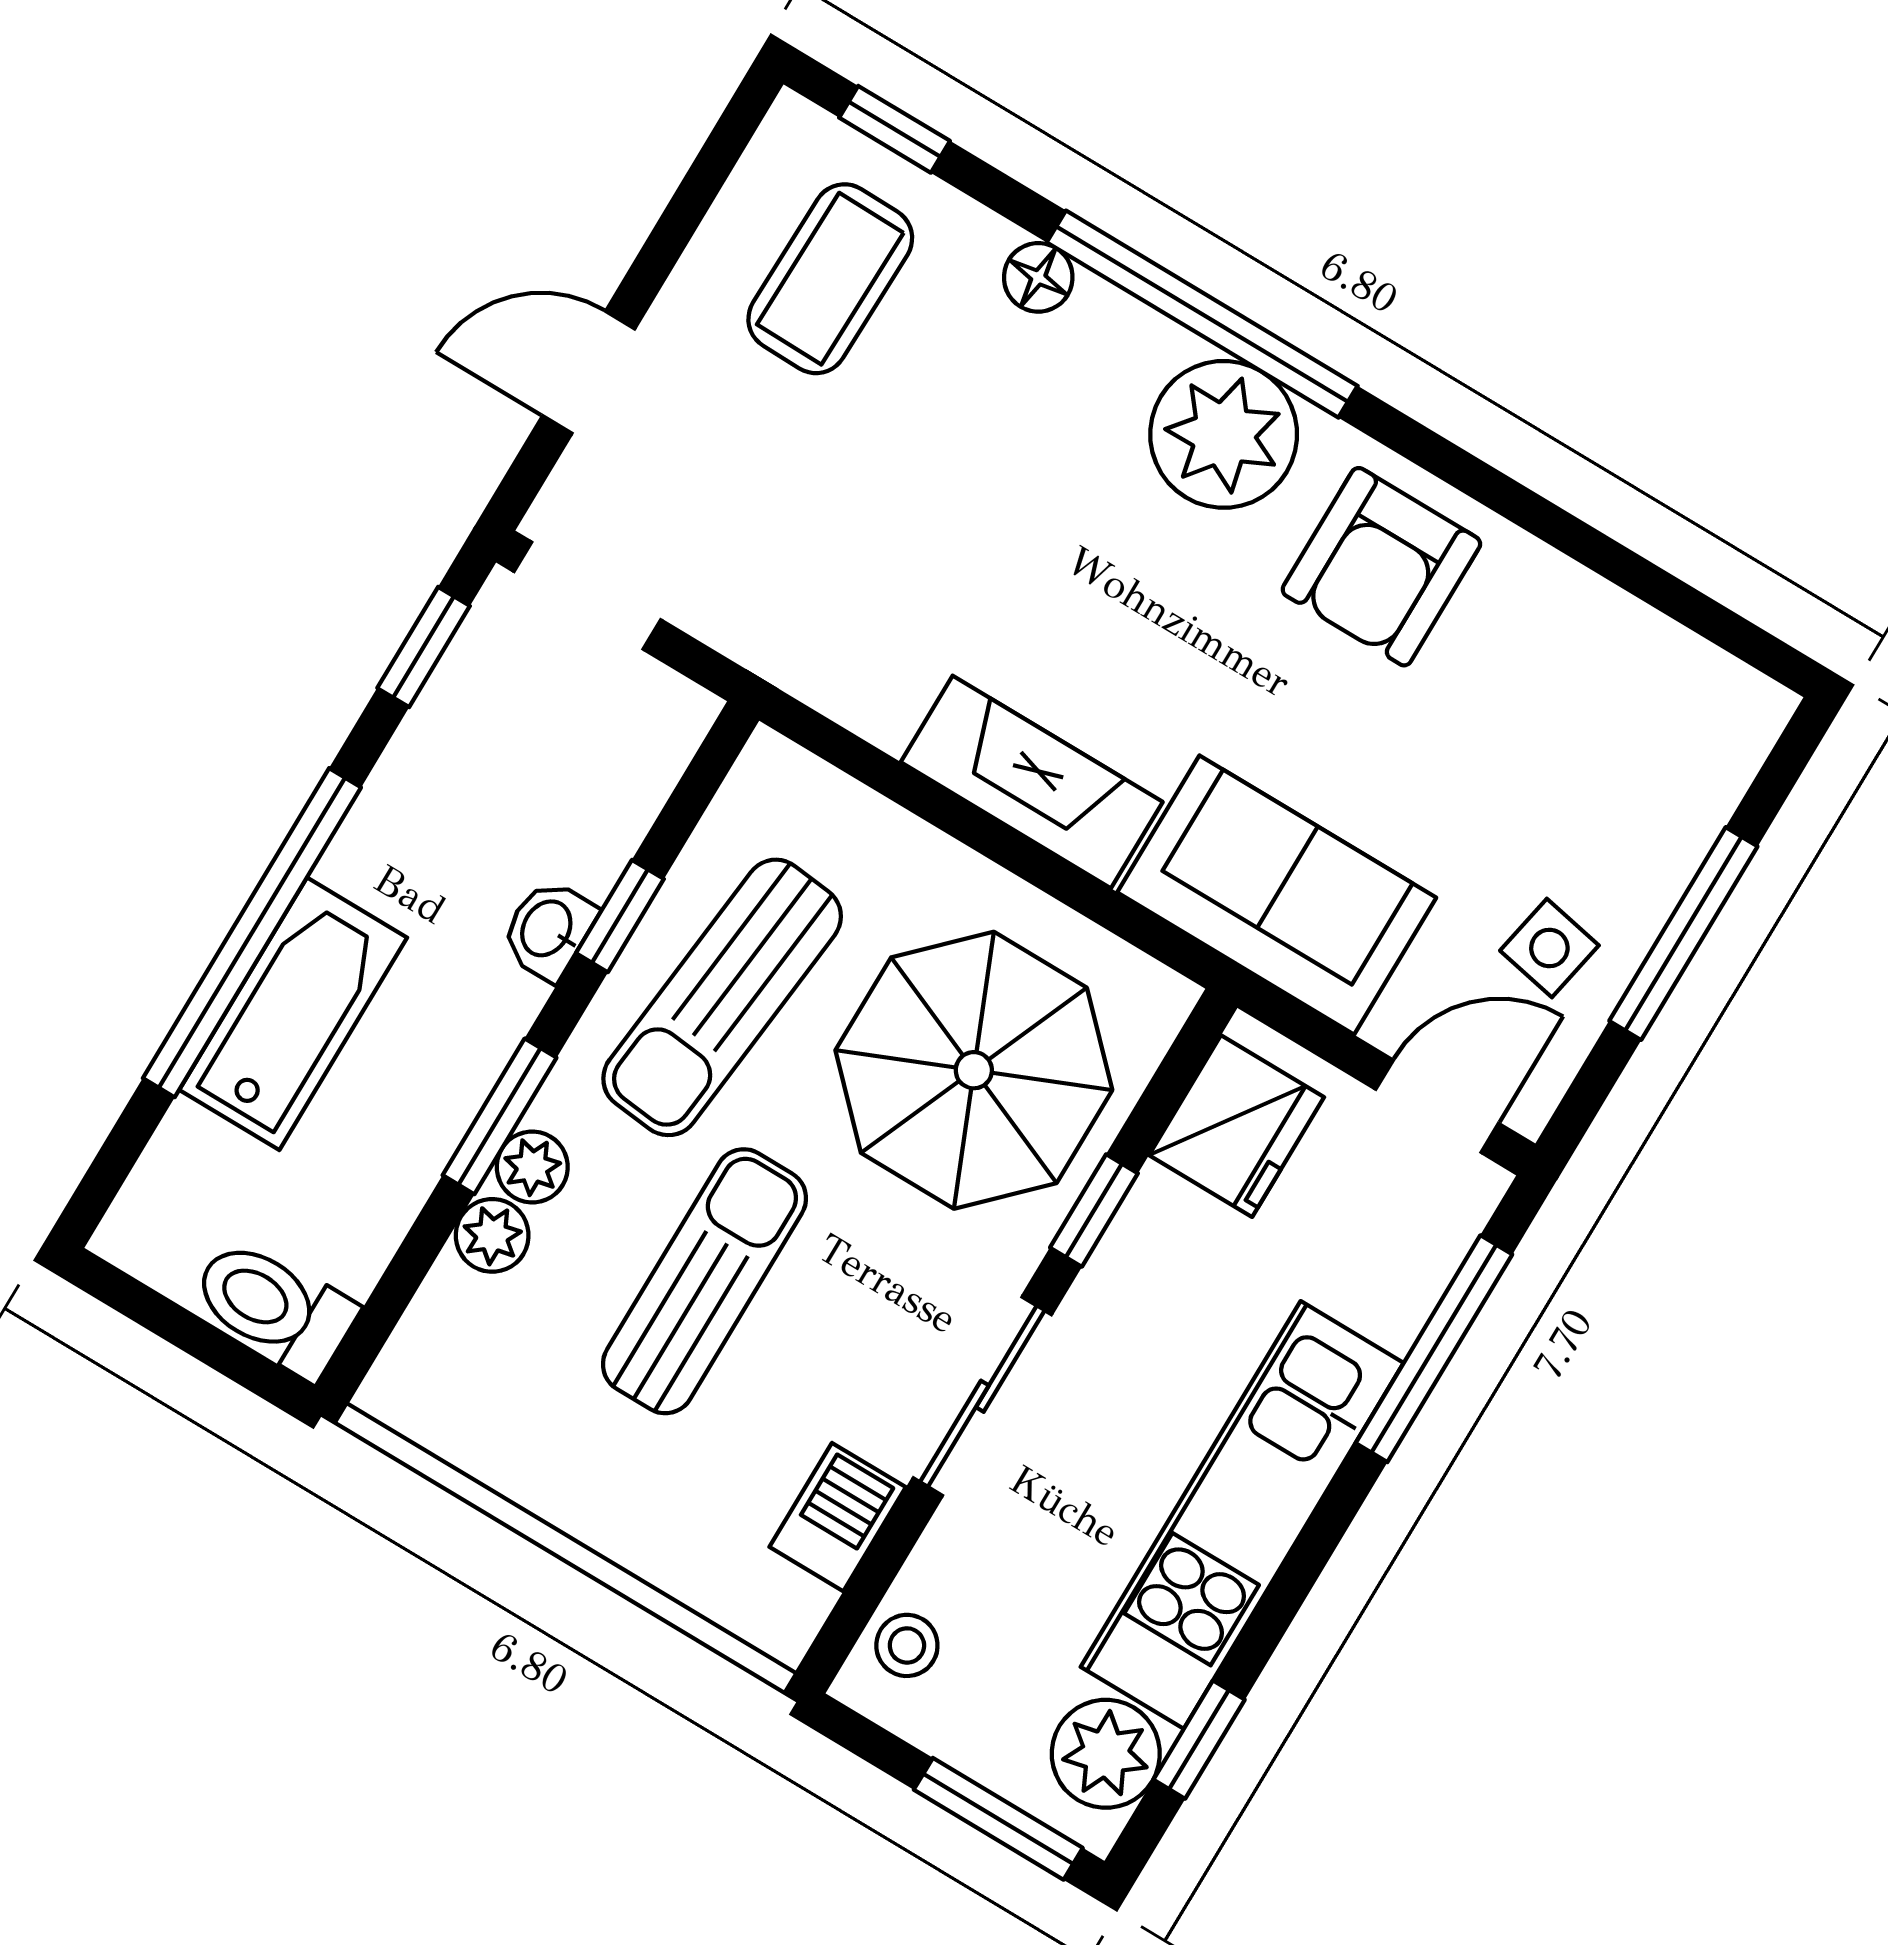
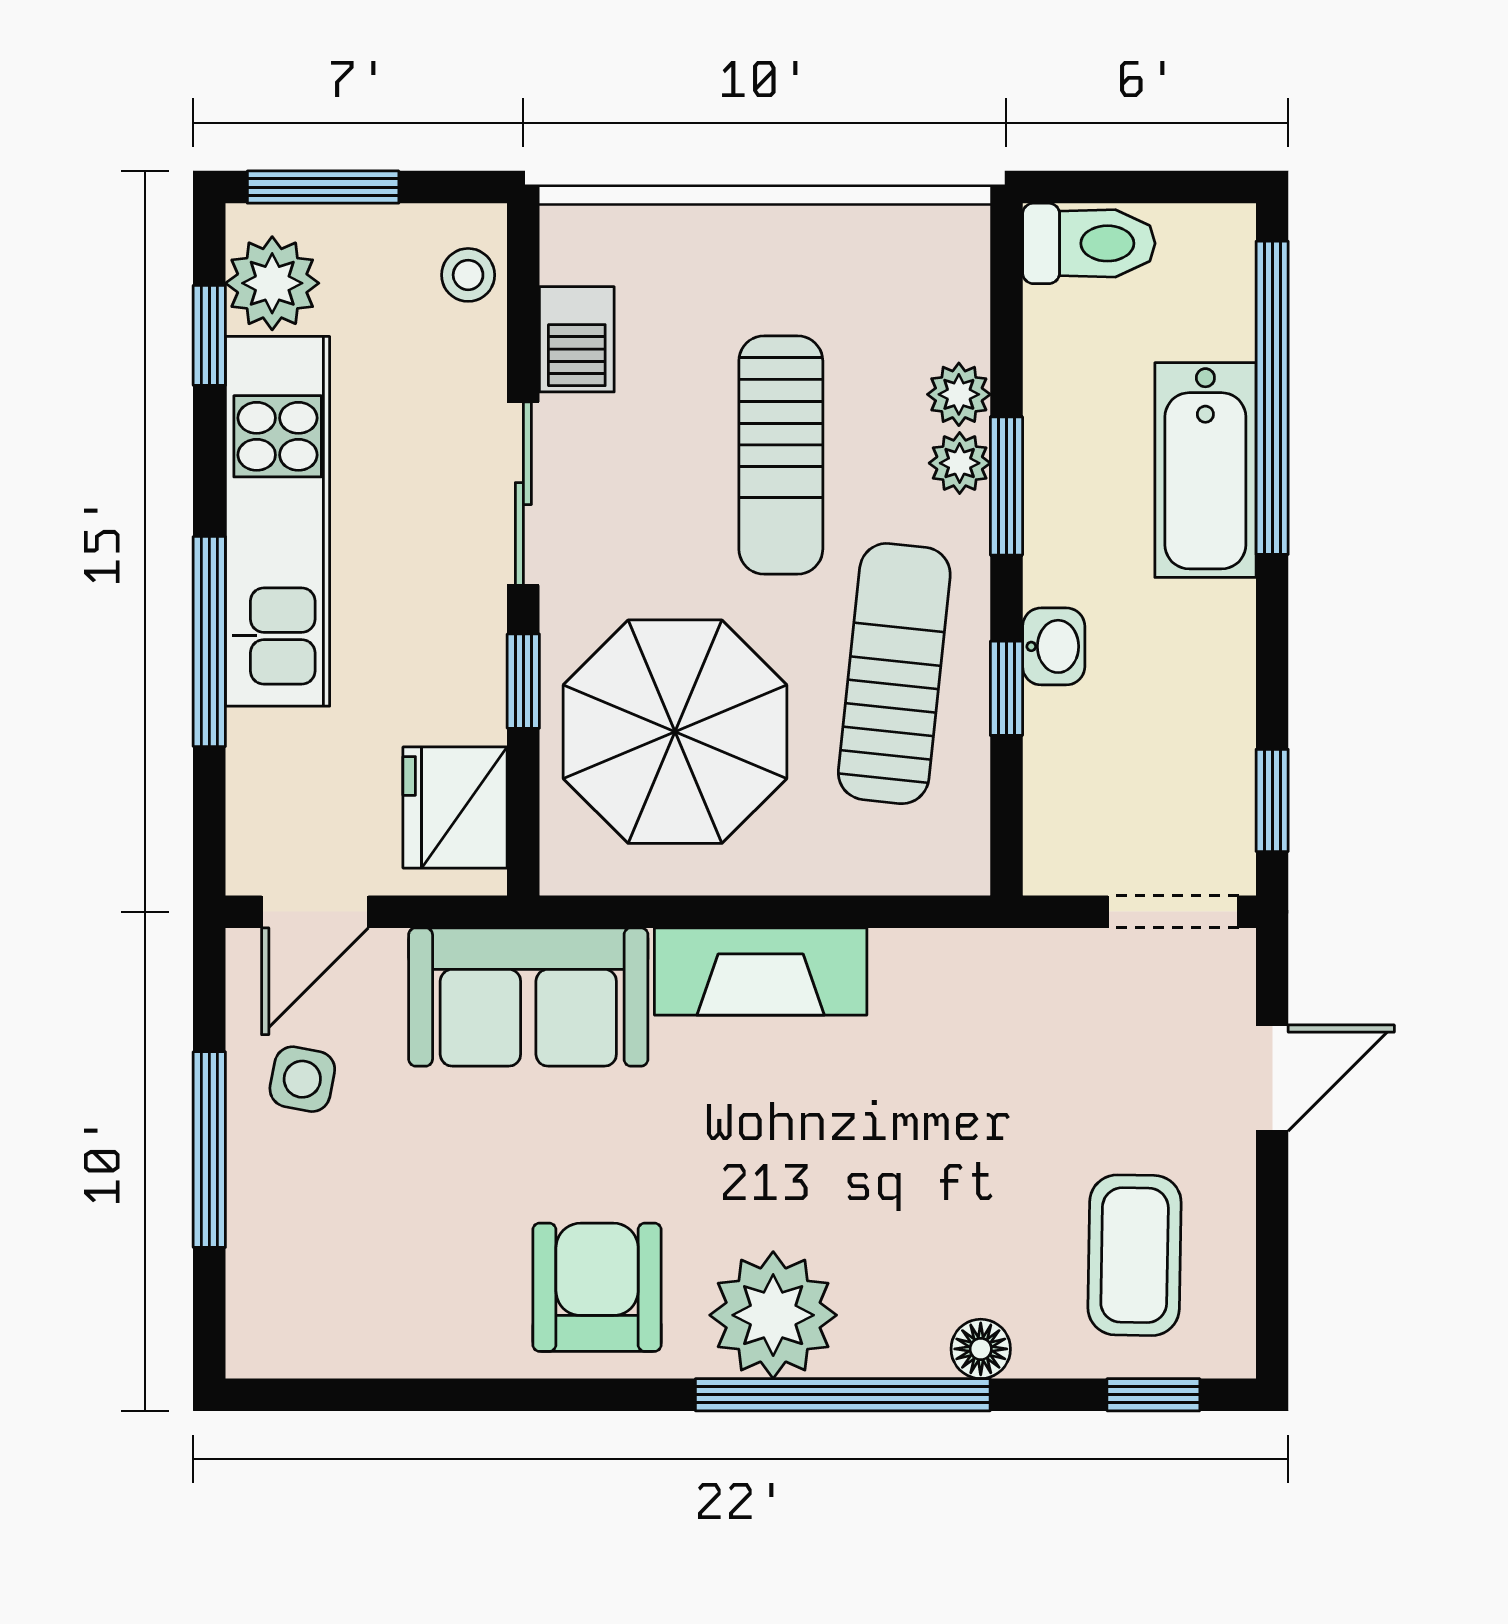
window: (252, 933) -> (1272, 398), moved
window: (1434, 1349) -> (209, 641), moved

